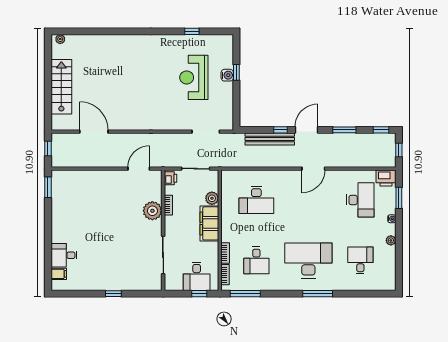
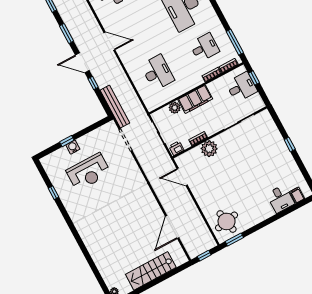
bench: (270, 139) -> (115, 107), moved
round table: (70, 189) -> (227, 221), added

